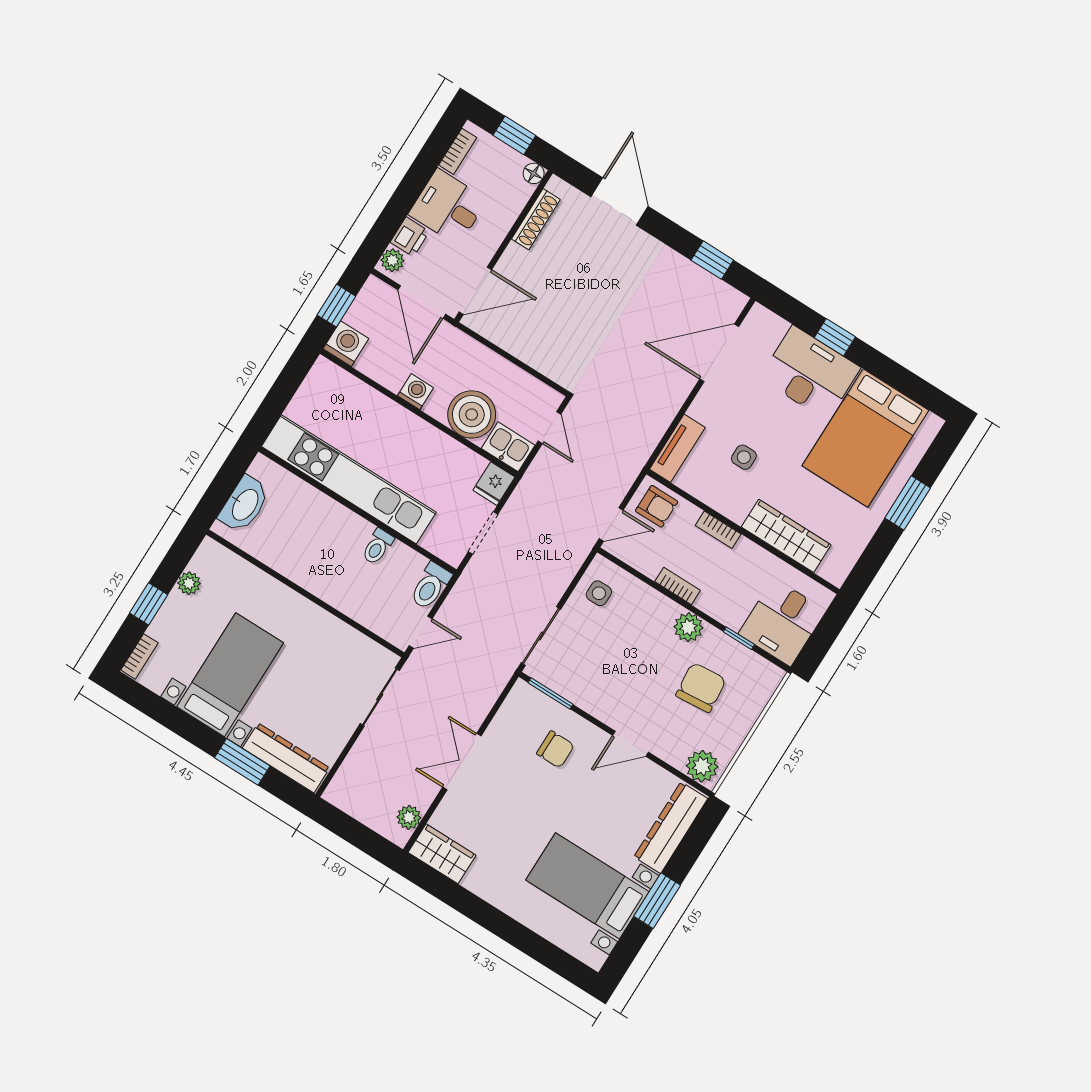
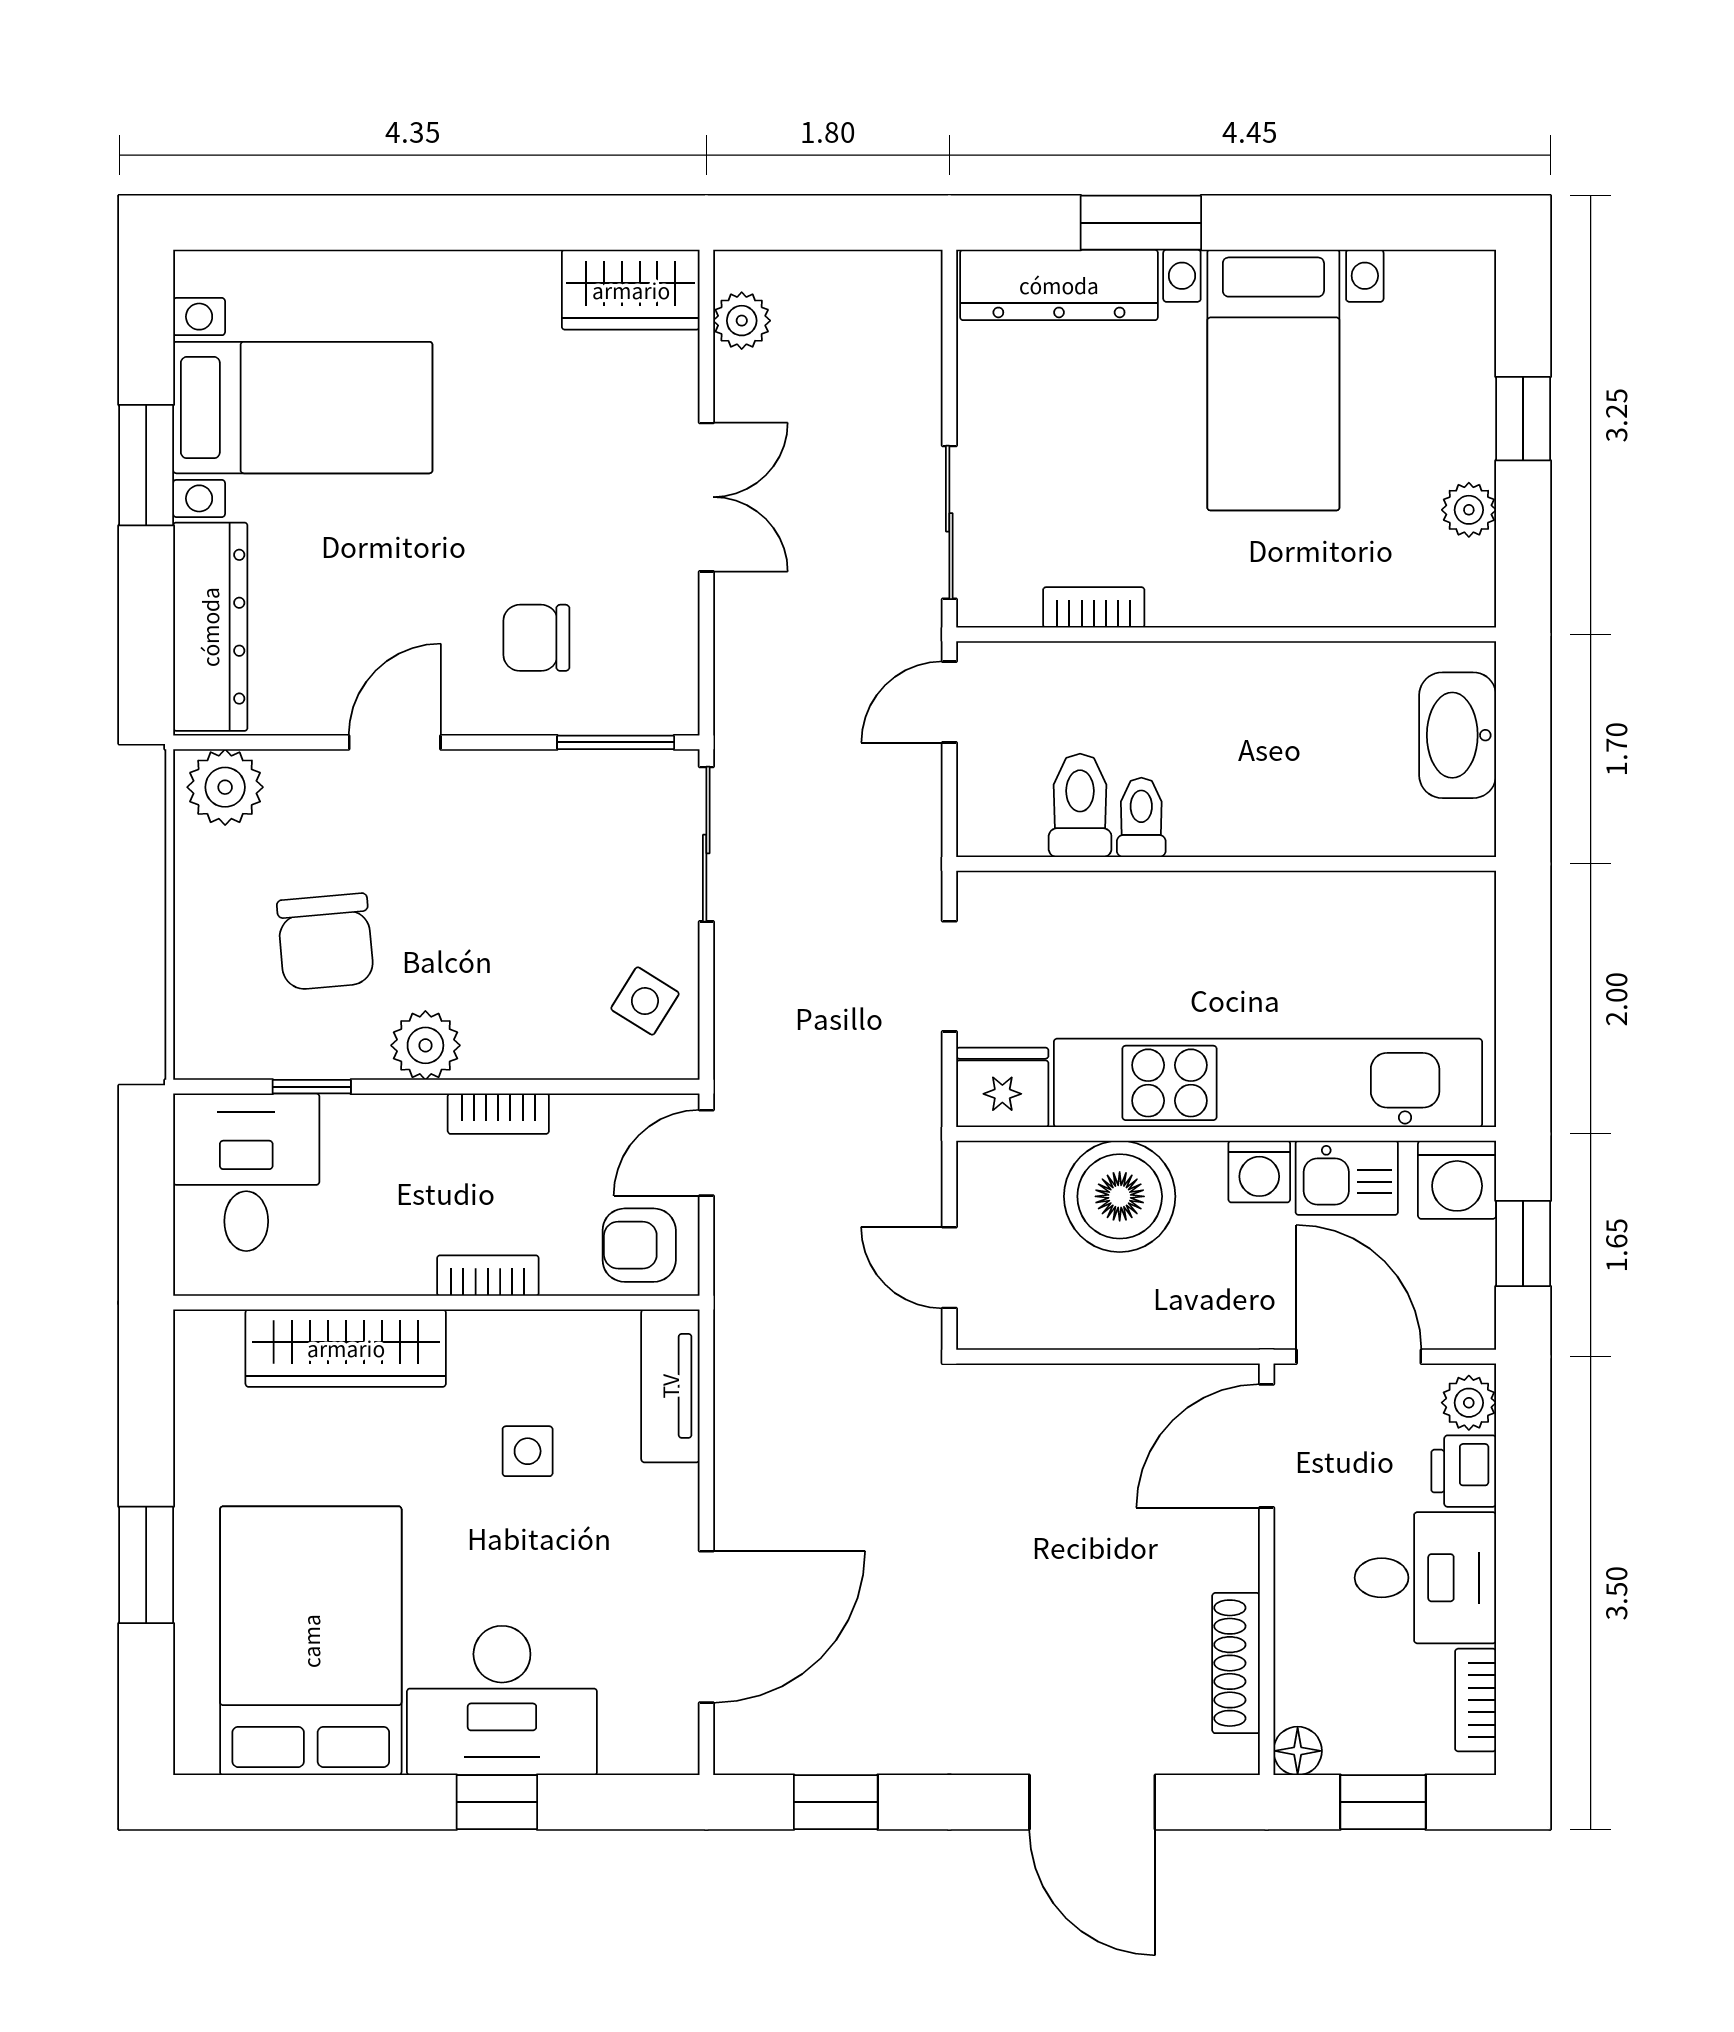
kitchen sink: (508, 447) -> (1347, 1178), moved
kitchen unit: (349, 479) -> (1268, 1083), moved, turned 180
fridge: (494, 484) -> (1002, 1087), width x1.38
toilet: (430, 586) -> (1080, 805), moved
side table: (599, 593) -> (645, 1001), turned 32
bookcase: (139, 656) -> (1094, 607), moved, turned 90

